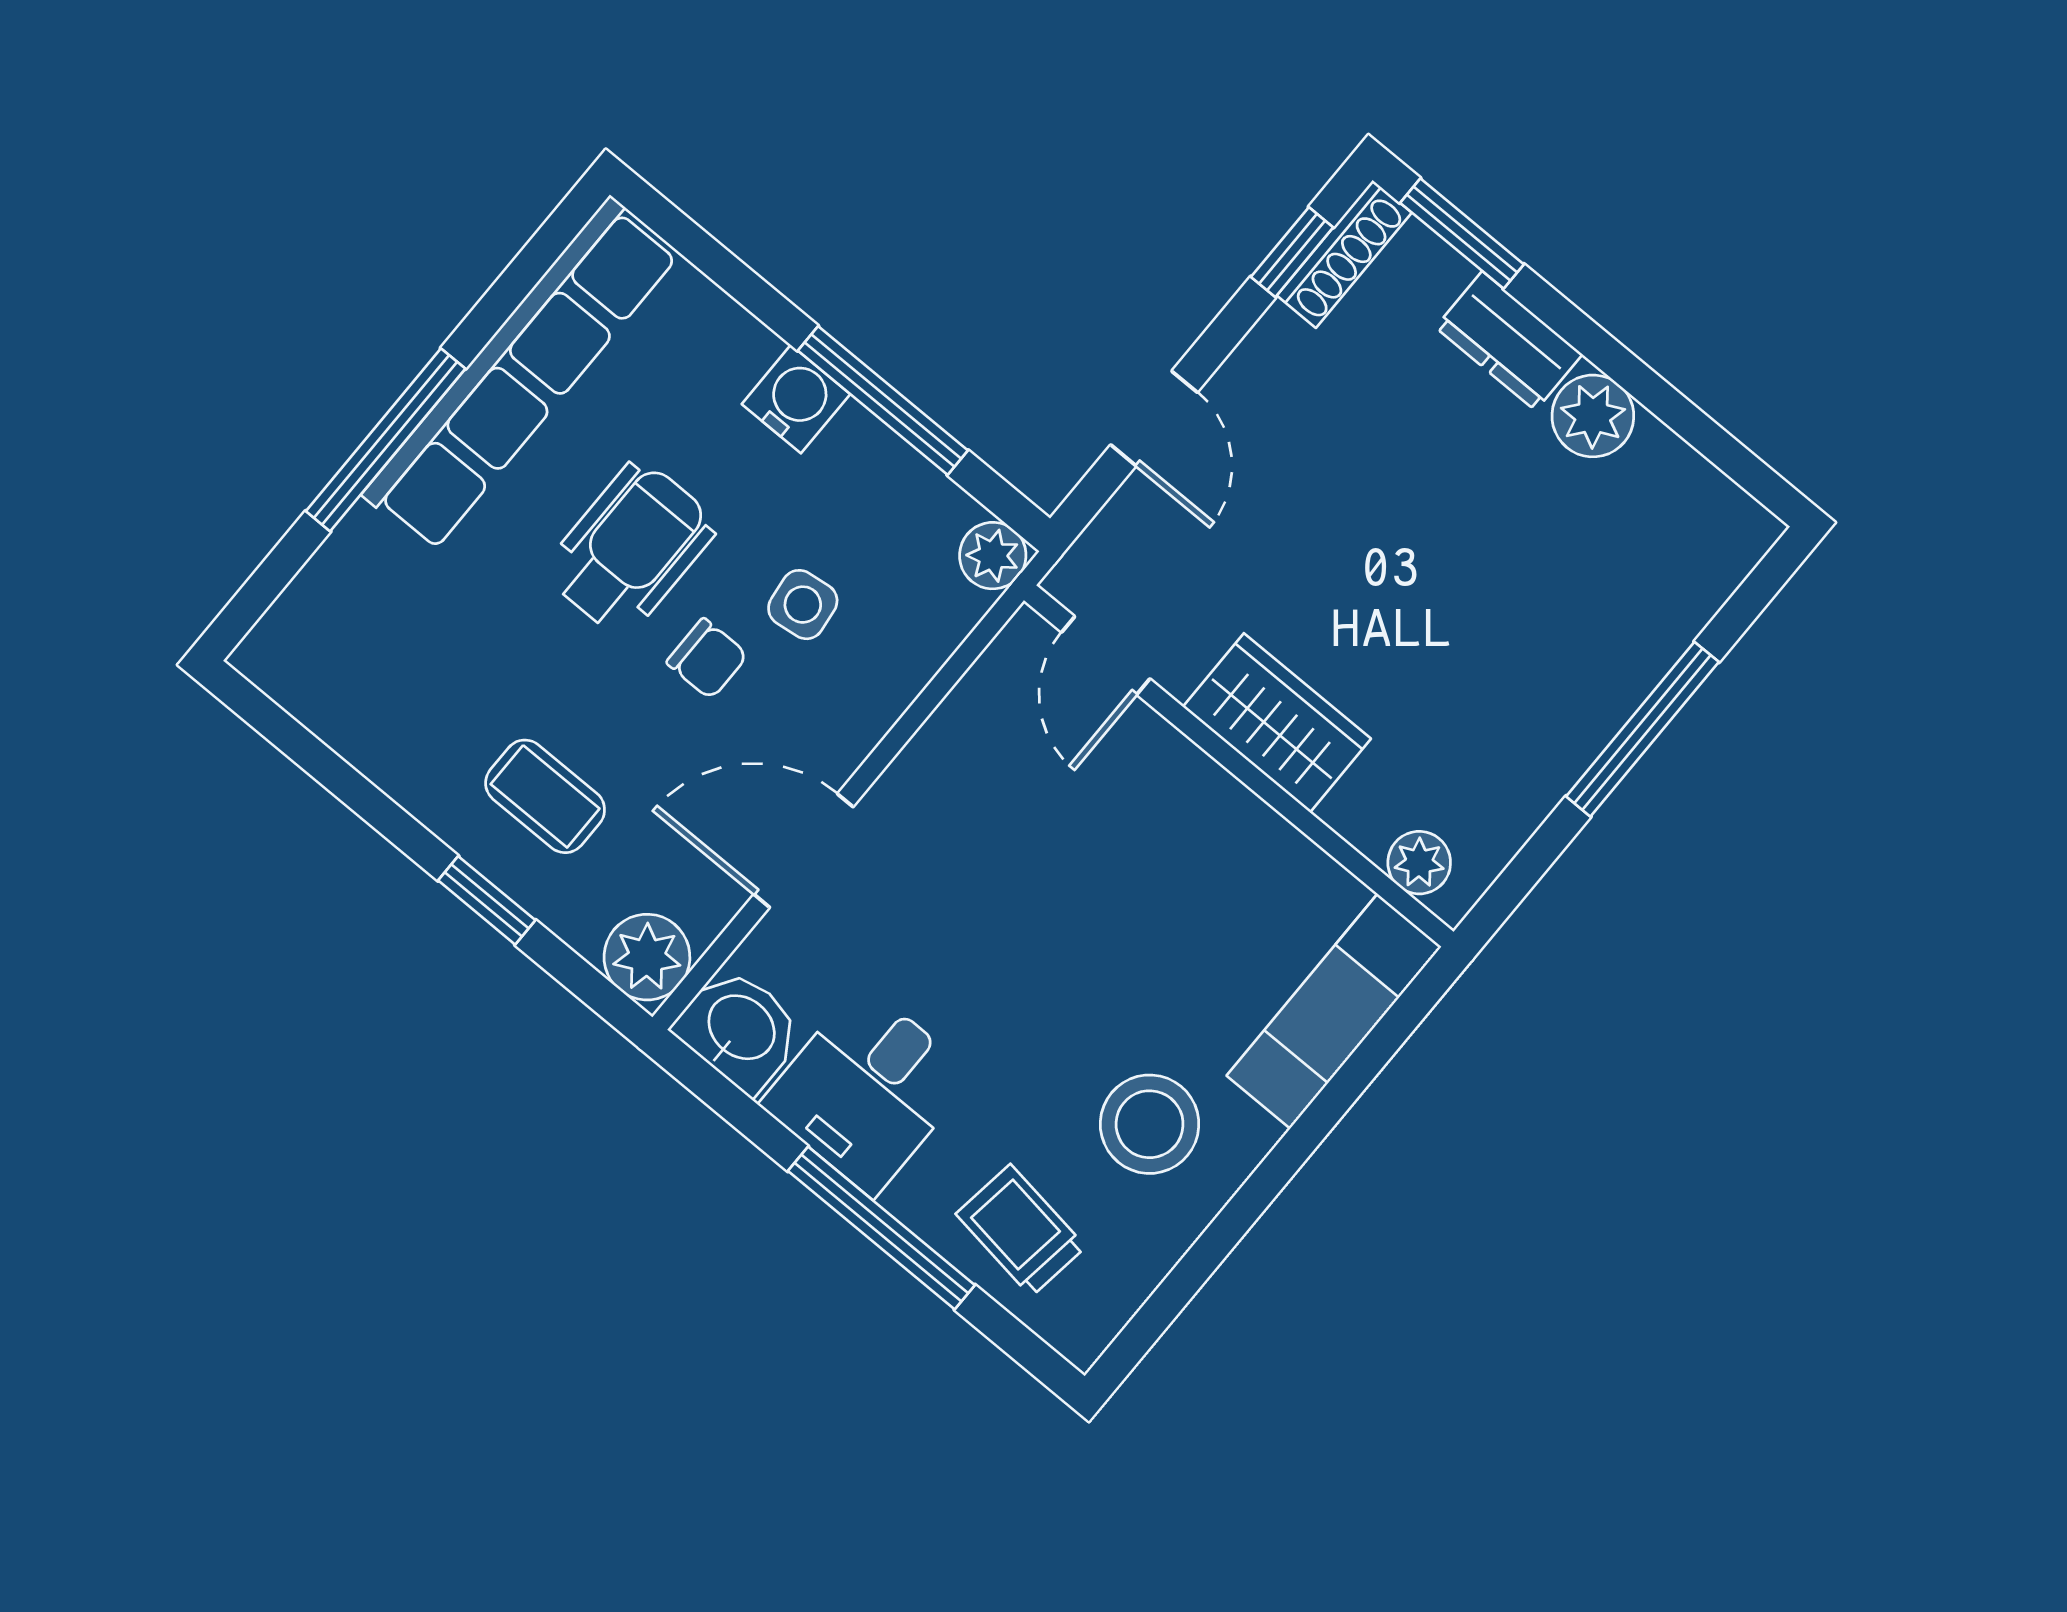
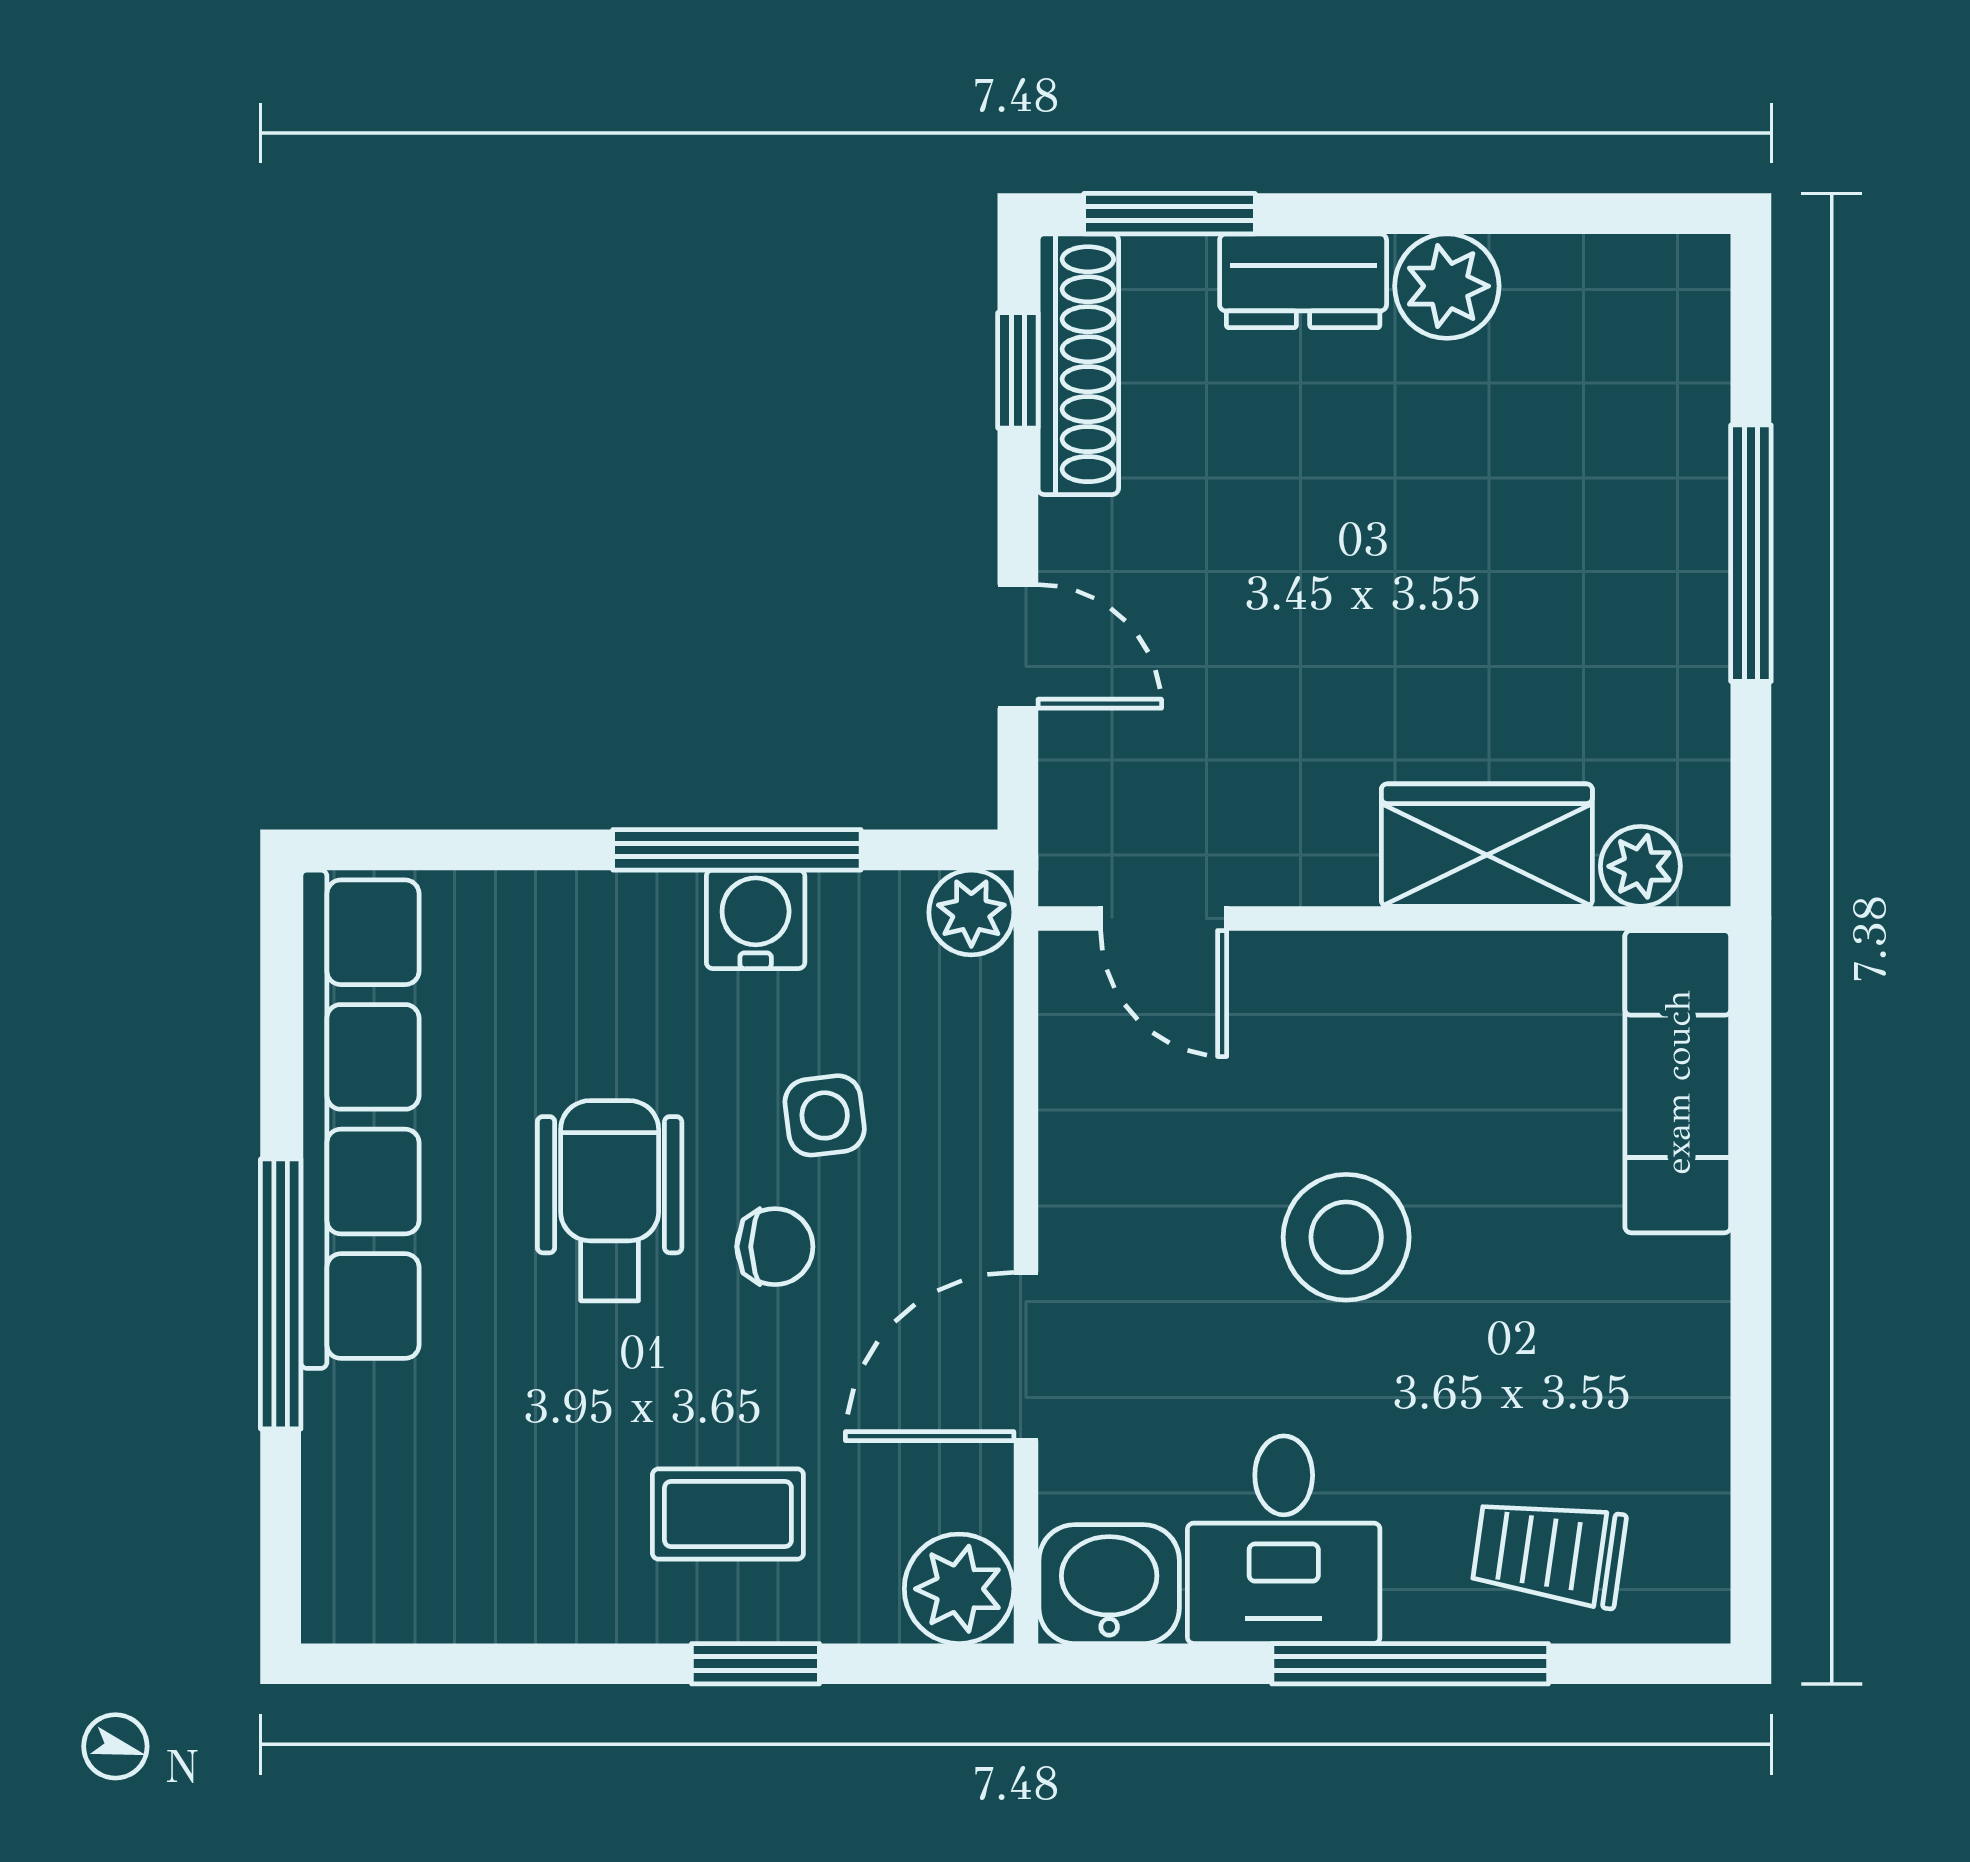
shoe rack: (1344, 254) -> (1078, 364), width x1.36, depth x1.24
water cooler: (796, 399) -> (756, 919), moved
wardrobe: (1277, 723) -> (1487, 845), moved
stool: (1150, 1124) -> (1346, 1237), moved

